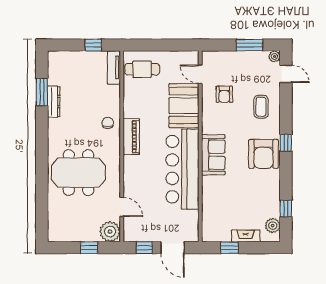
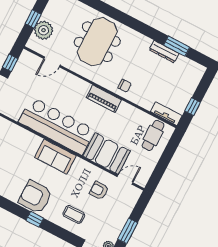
plant: (110, 232) -> (44, 30), moved

